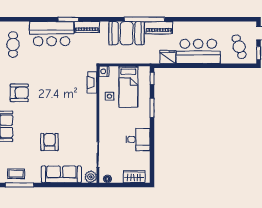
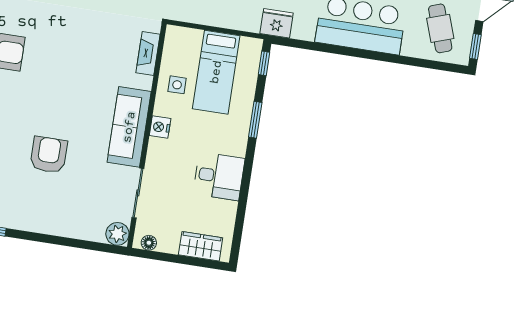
fridge: (168, 57) -> (277, 23), moved
nightstand: (104, 71) -> (160, 127), moved
sofa: (61, 174) -> (129, 127), moved, turned -90

